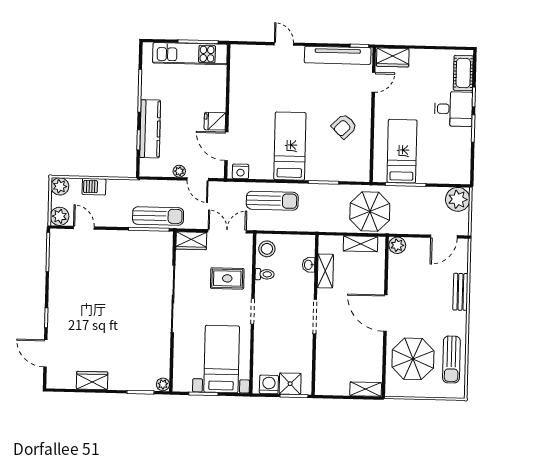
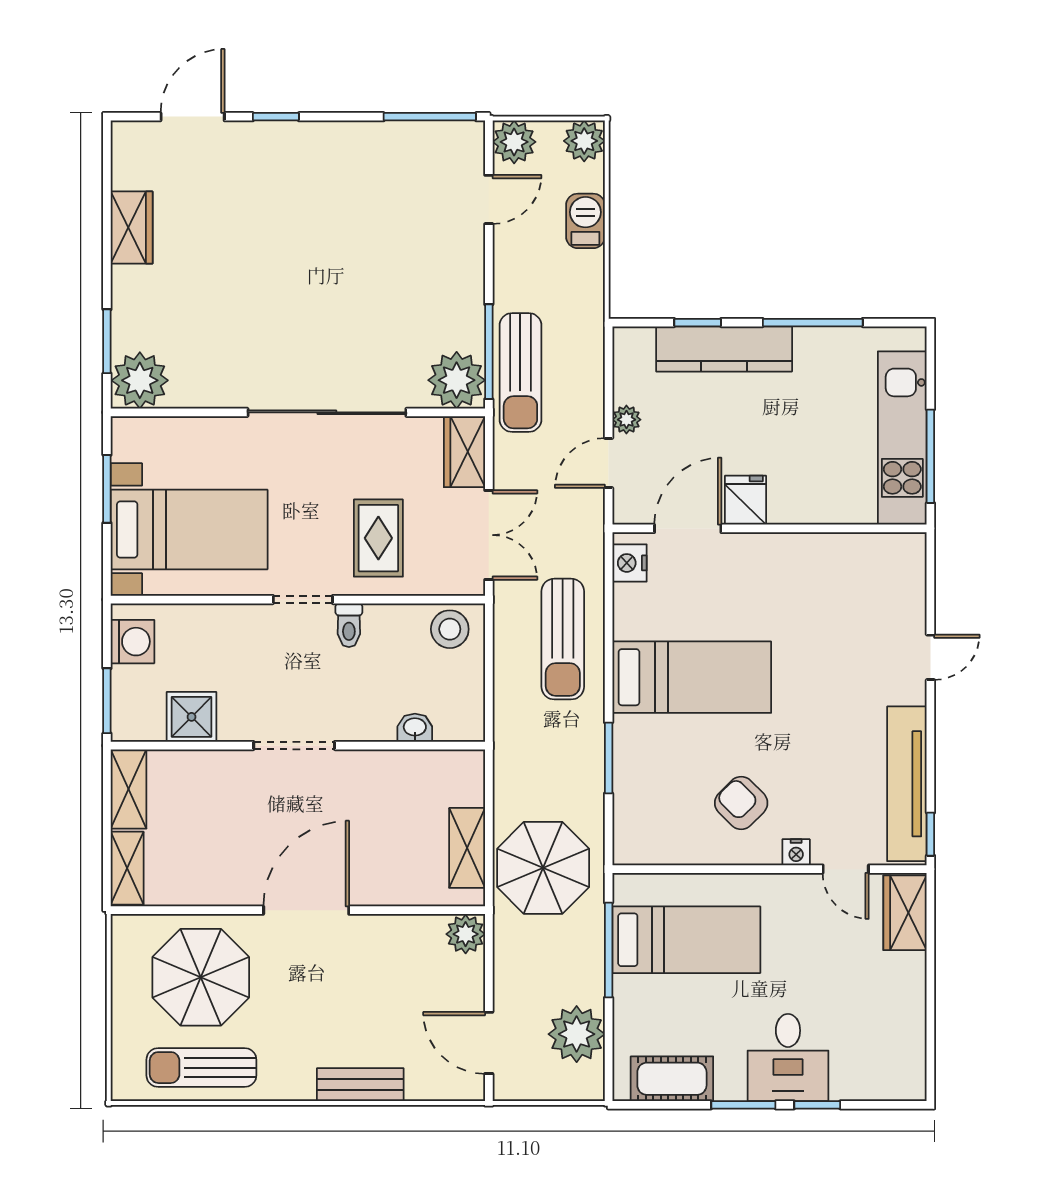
cot: (463, 73) -> (672, 1079), moved
nightstand: (366, 103) -> (796, 852), added
plant: (458, 199) -> (577, 1034), moved
plant: (161, 243) -> (457, 380), added
shelving: (325, 271) -> (129, 789), moved, turned 90
toilet: (265, 274) -> (349, 625), moved
plant: (163, 384) -> (140, 380), width x1.88, depth x1.88
shower: (290, 384) -> (192, 717), moved

